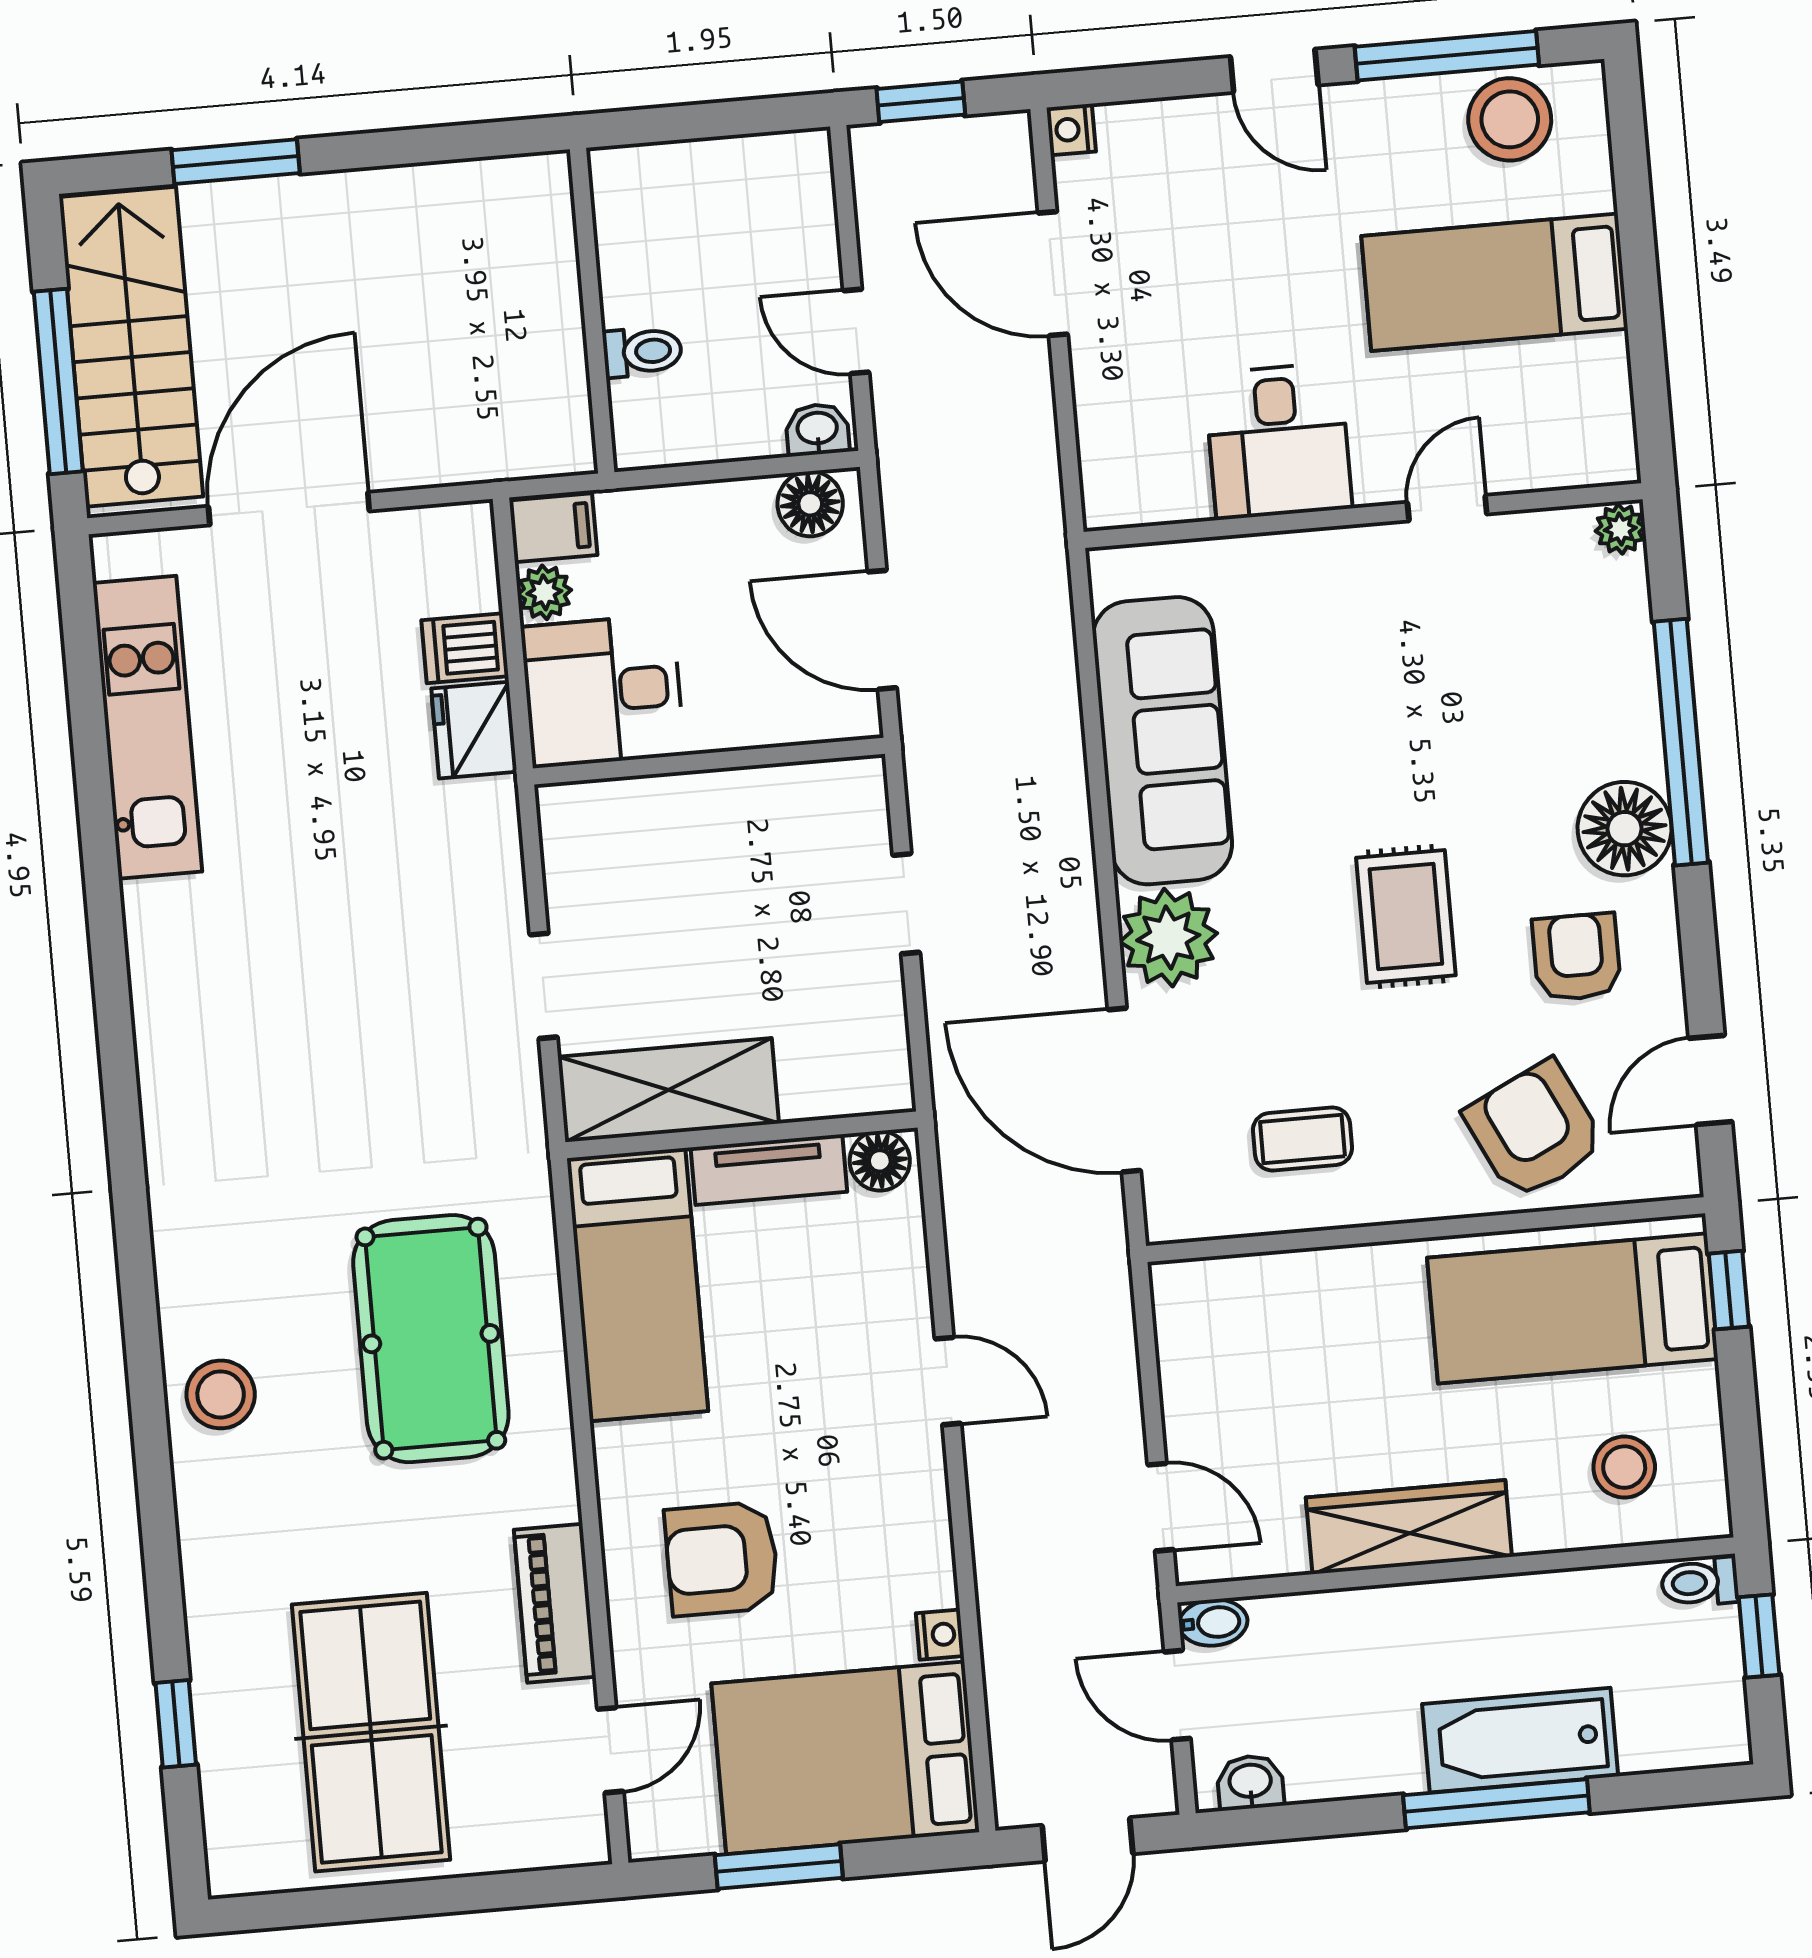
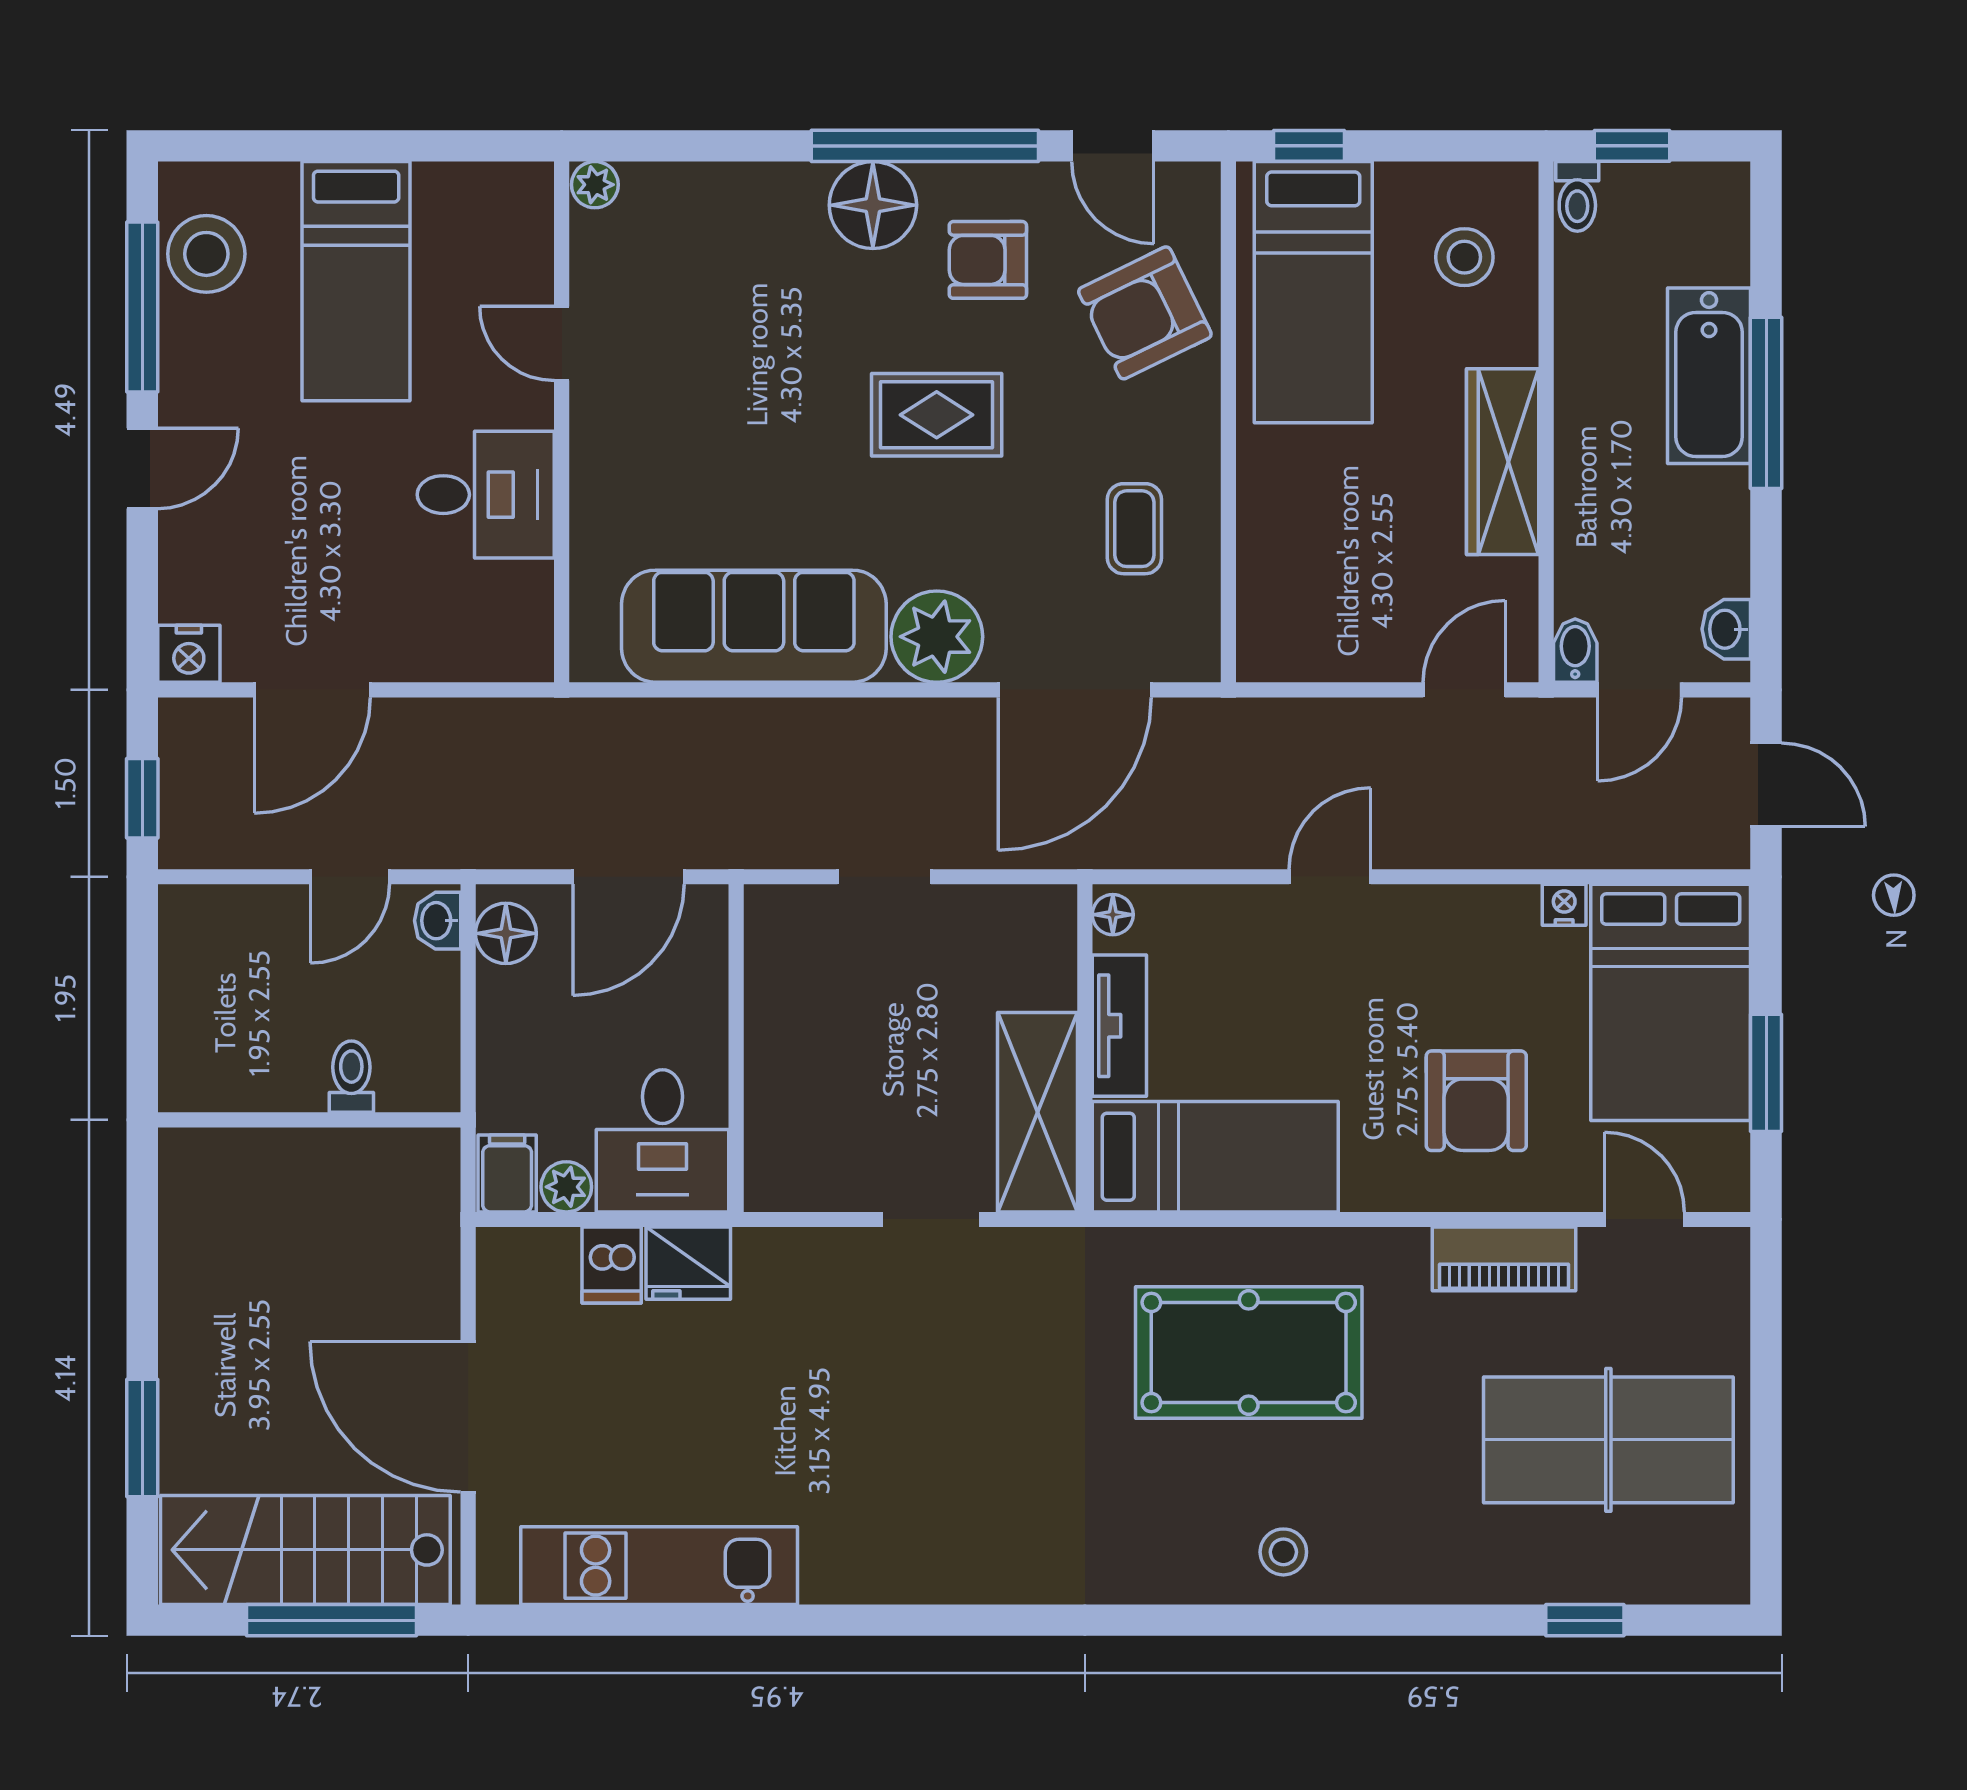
nightstand: (1071, 130) -> (189, 654), width x1.39, depth x1.35
window: (1681, 742) -> (925, 146), moved
floor lamp: (880, 1161) -> (1113, 915), width x0.73, depth x0.73
stool: (221, 1394) -> (1283, 1552), width x0.73, depth x0.73

